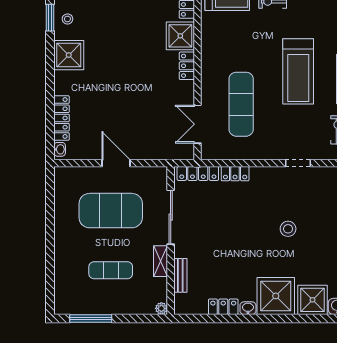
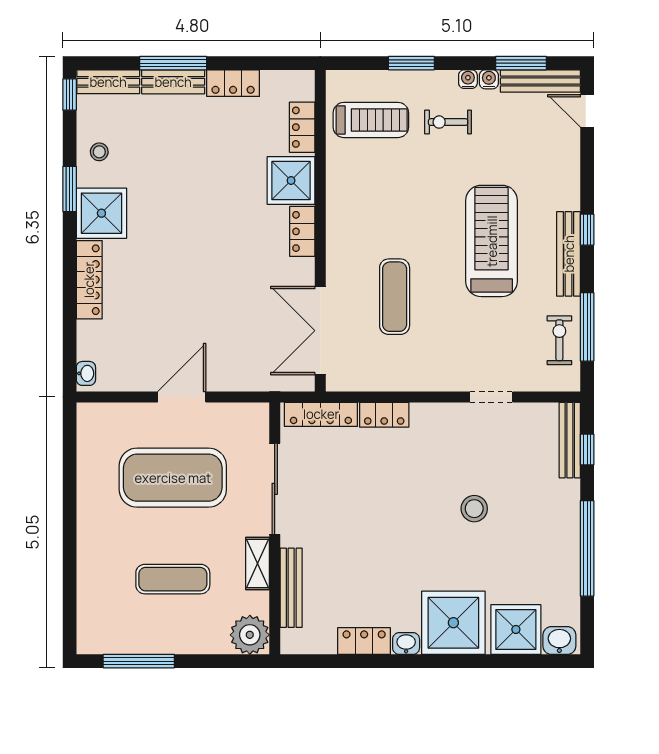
window: (50, 18) -> (70, 189), moved
treadmill: (298, 71) -> (492, 241), turned 180
exercise mat: (241, 104) -> (395, 297), width x0.73, depth x0.69
locker: (62, 118) -> (89, 280), moved
double door: (197, 124) -> (320, 331), width x1.37
door: (116, 163) -> (182, 397), hinge flipped
bench: (180, 275) -> (291, 588), width x1.36
plant: (161, 308) -> (250, 635), width x1.88, depth x1.88

